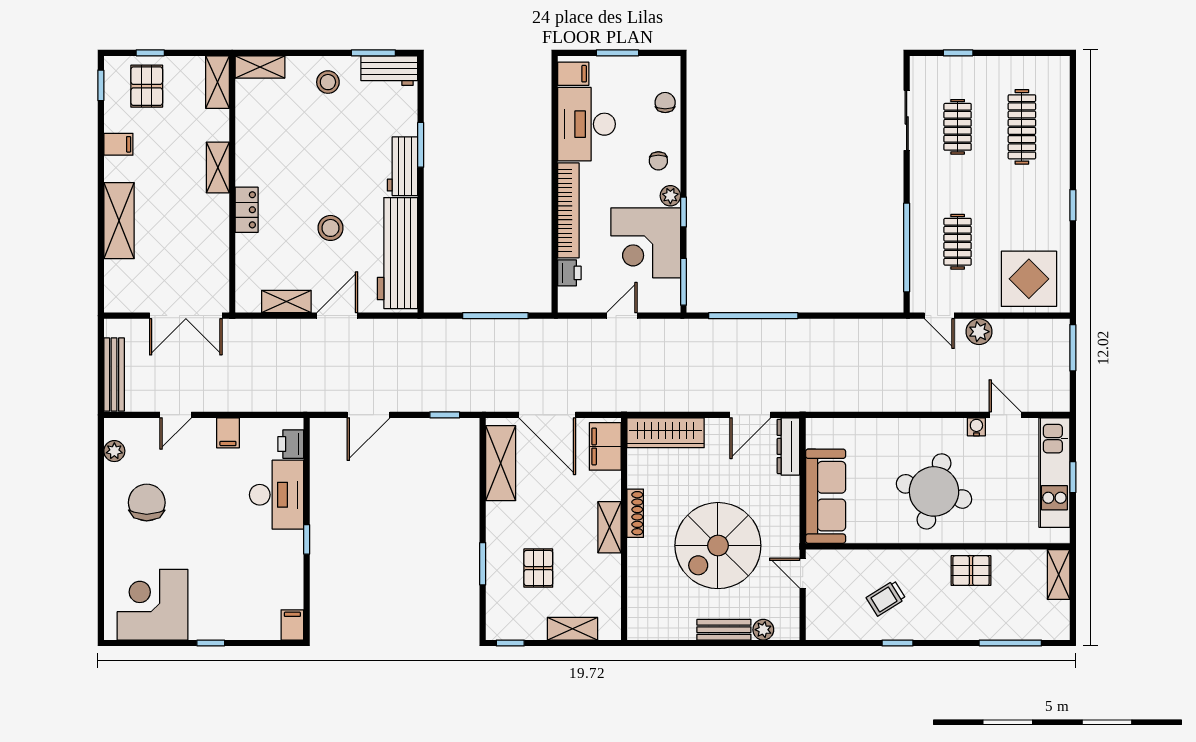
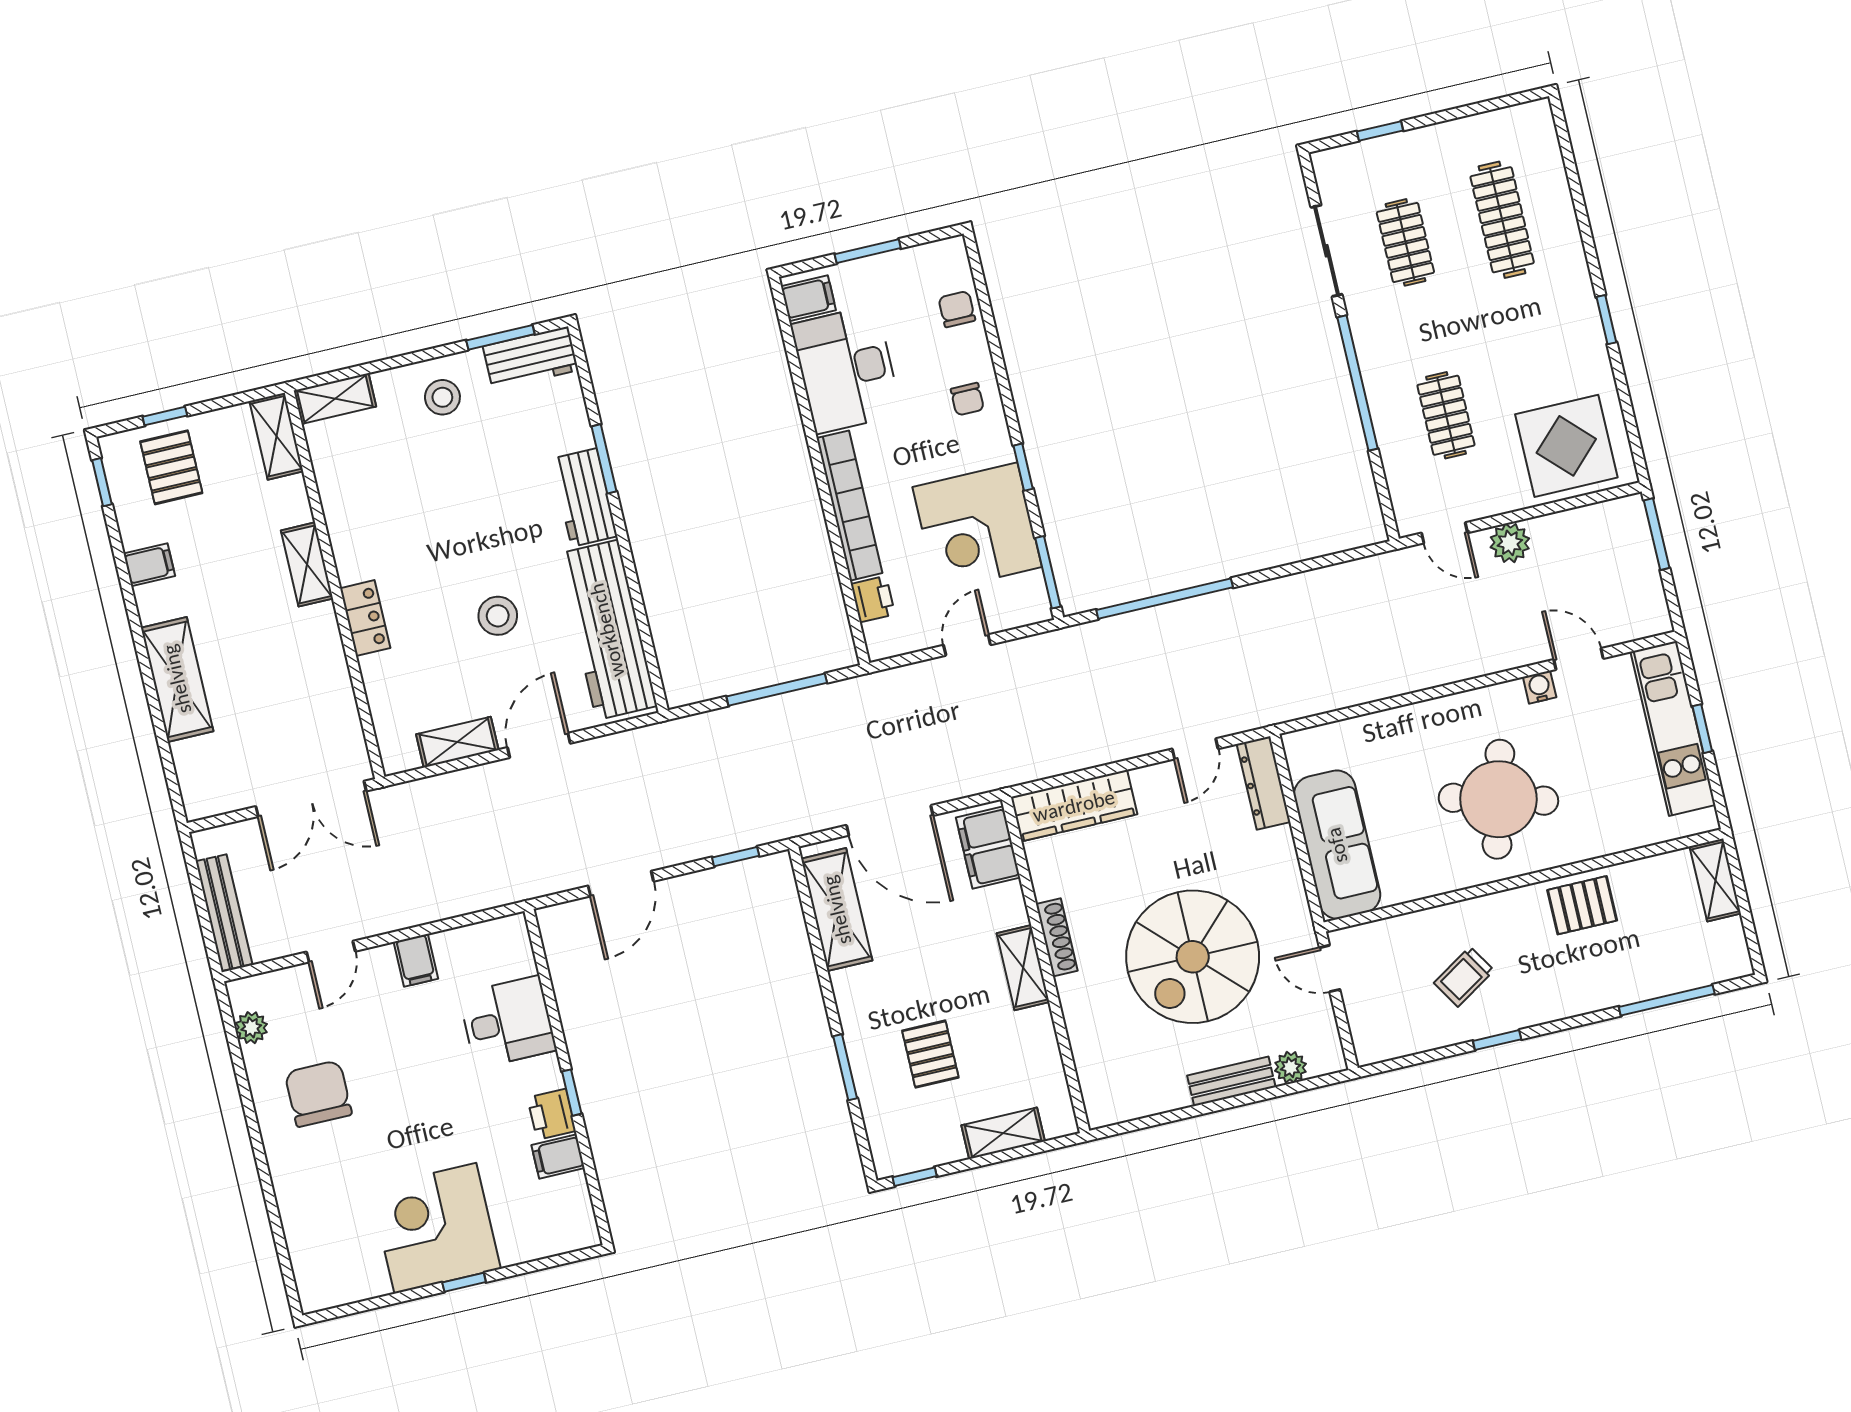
plant: (670, 196) -> (998, 447), removed
window: (907, 248) -> (1358, 383), moved
door: (750, 415) -> (1195, 749), width x0.73
printer: (291, 444) -> (552, 1114), moved
desk: (277, 495) -> (507, 1022), width x0.73
corner desk: (152, 605) -> (435, 1228), moved
filing cabinet: (292, 625) -> (558, 1156), moved, turned -90

